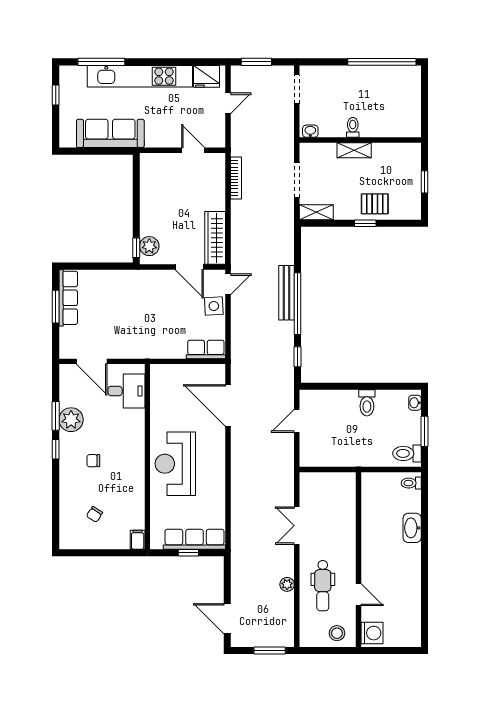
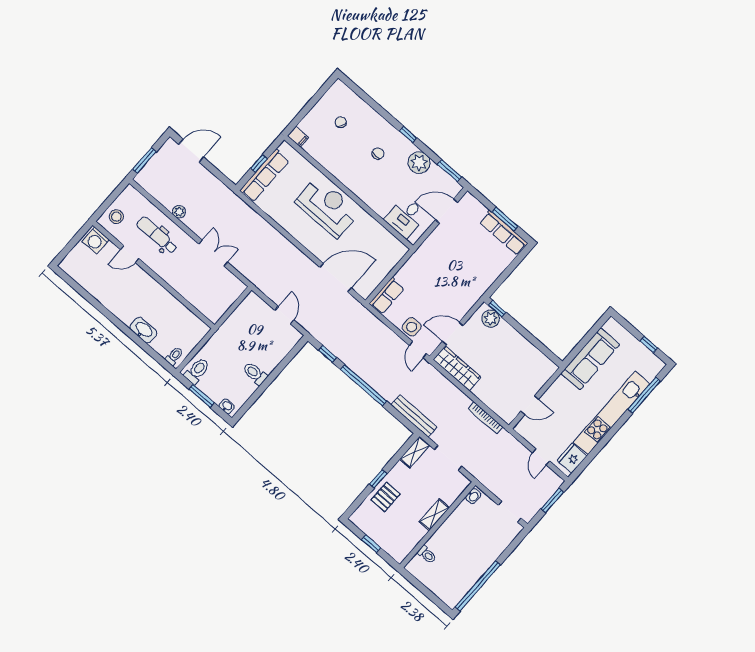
toilet: (353, 127) -> (427, 555), moved
bench: (286, 293) -> (414, 416), moved
window: (56, 416) -> (449, 171), moved

